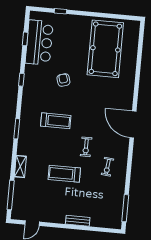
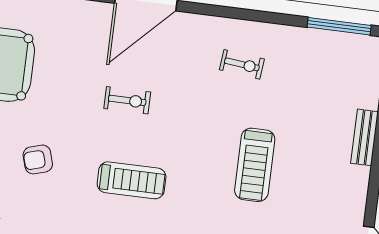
treadmill: (56, 121) -> (132, 180), turned 90
exercise bike: (86, 147) -> (127, 100), moved

